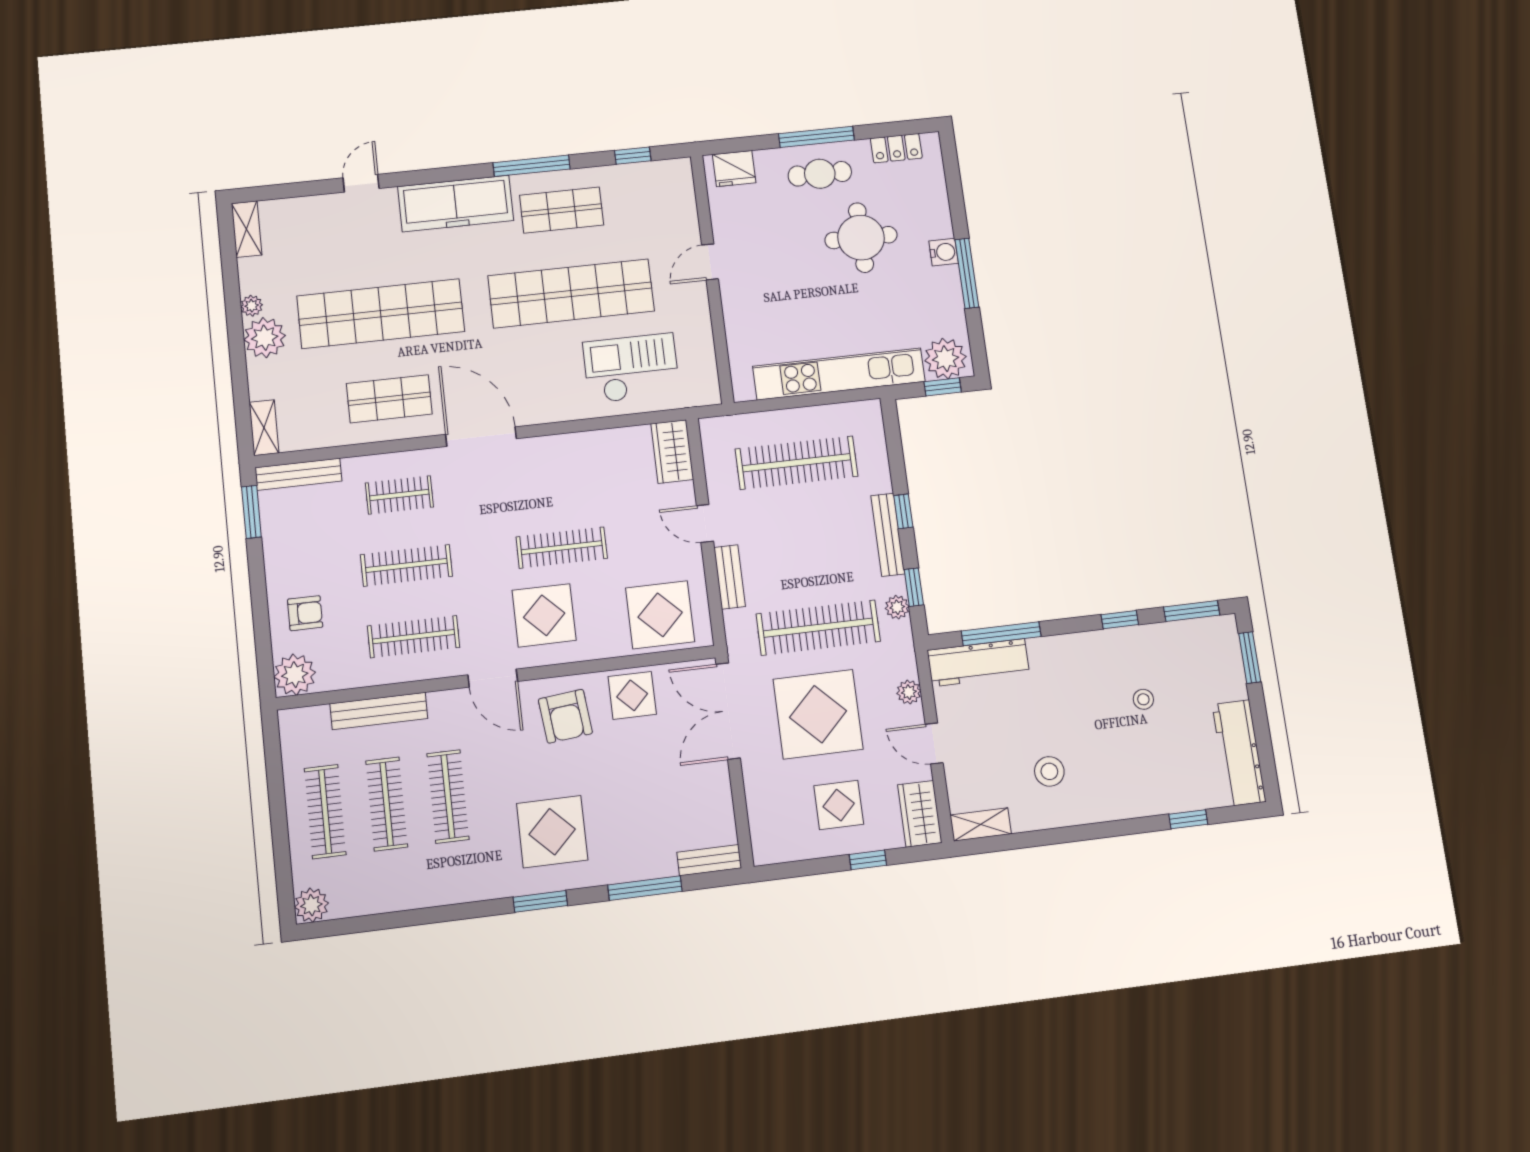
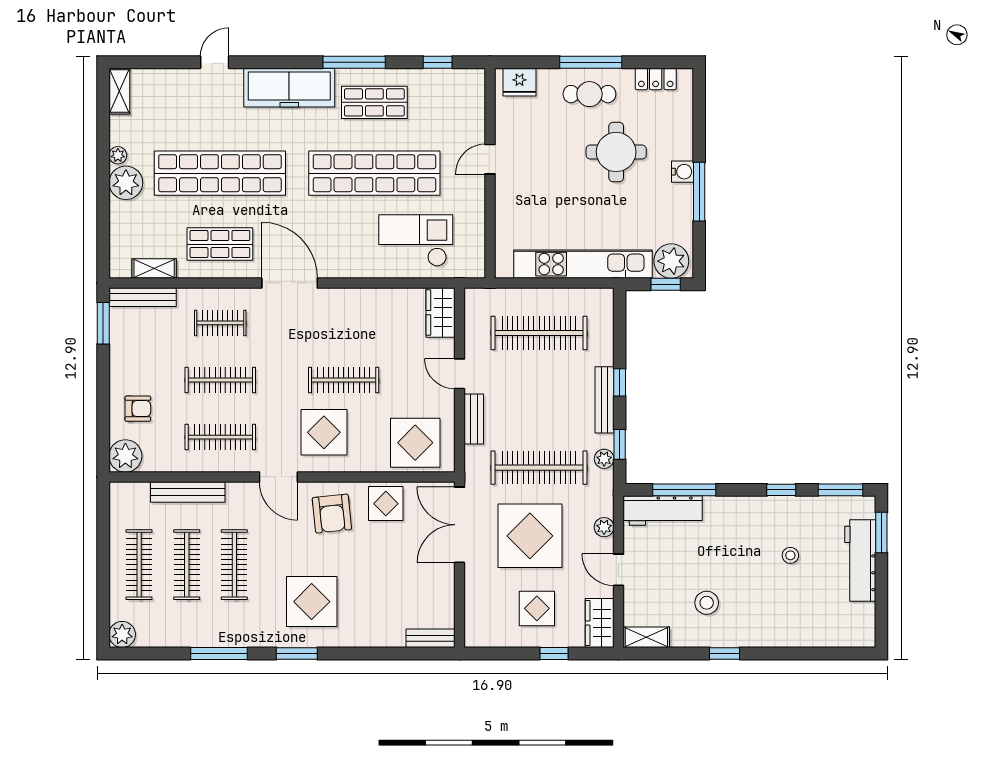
shelving: (264, 428) -> (154, 268), moved, turned 90
workbench: (1239, 753) -> (860, 561), moved
window: (1188, 819) -> (725, 653), moved
window: (645, 888) -> (219, 653), moved

